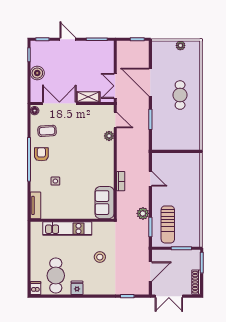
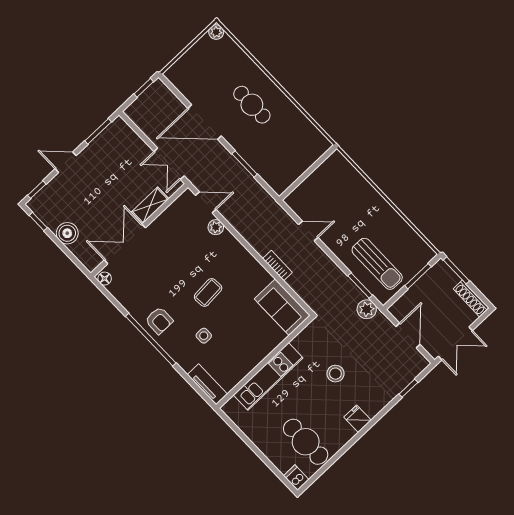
plant: (180, 45) -> (216, 32), moved
coffee table: (47, 131) -> (208, 292), moved
armchair: (41, 154) -> (159, 320), turned 180
plant: (143, 213) -> (367, 309), moved
fridge: (77, 288) -> (358, 419), moved

